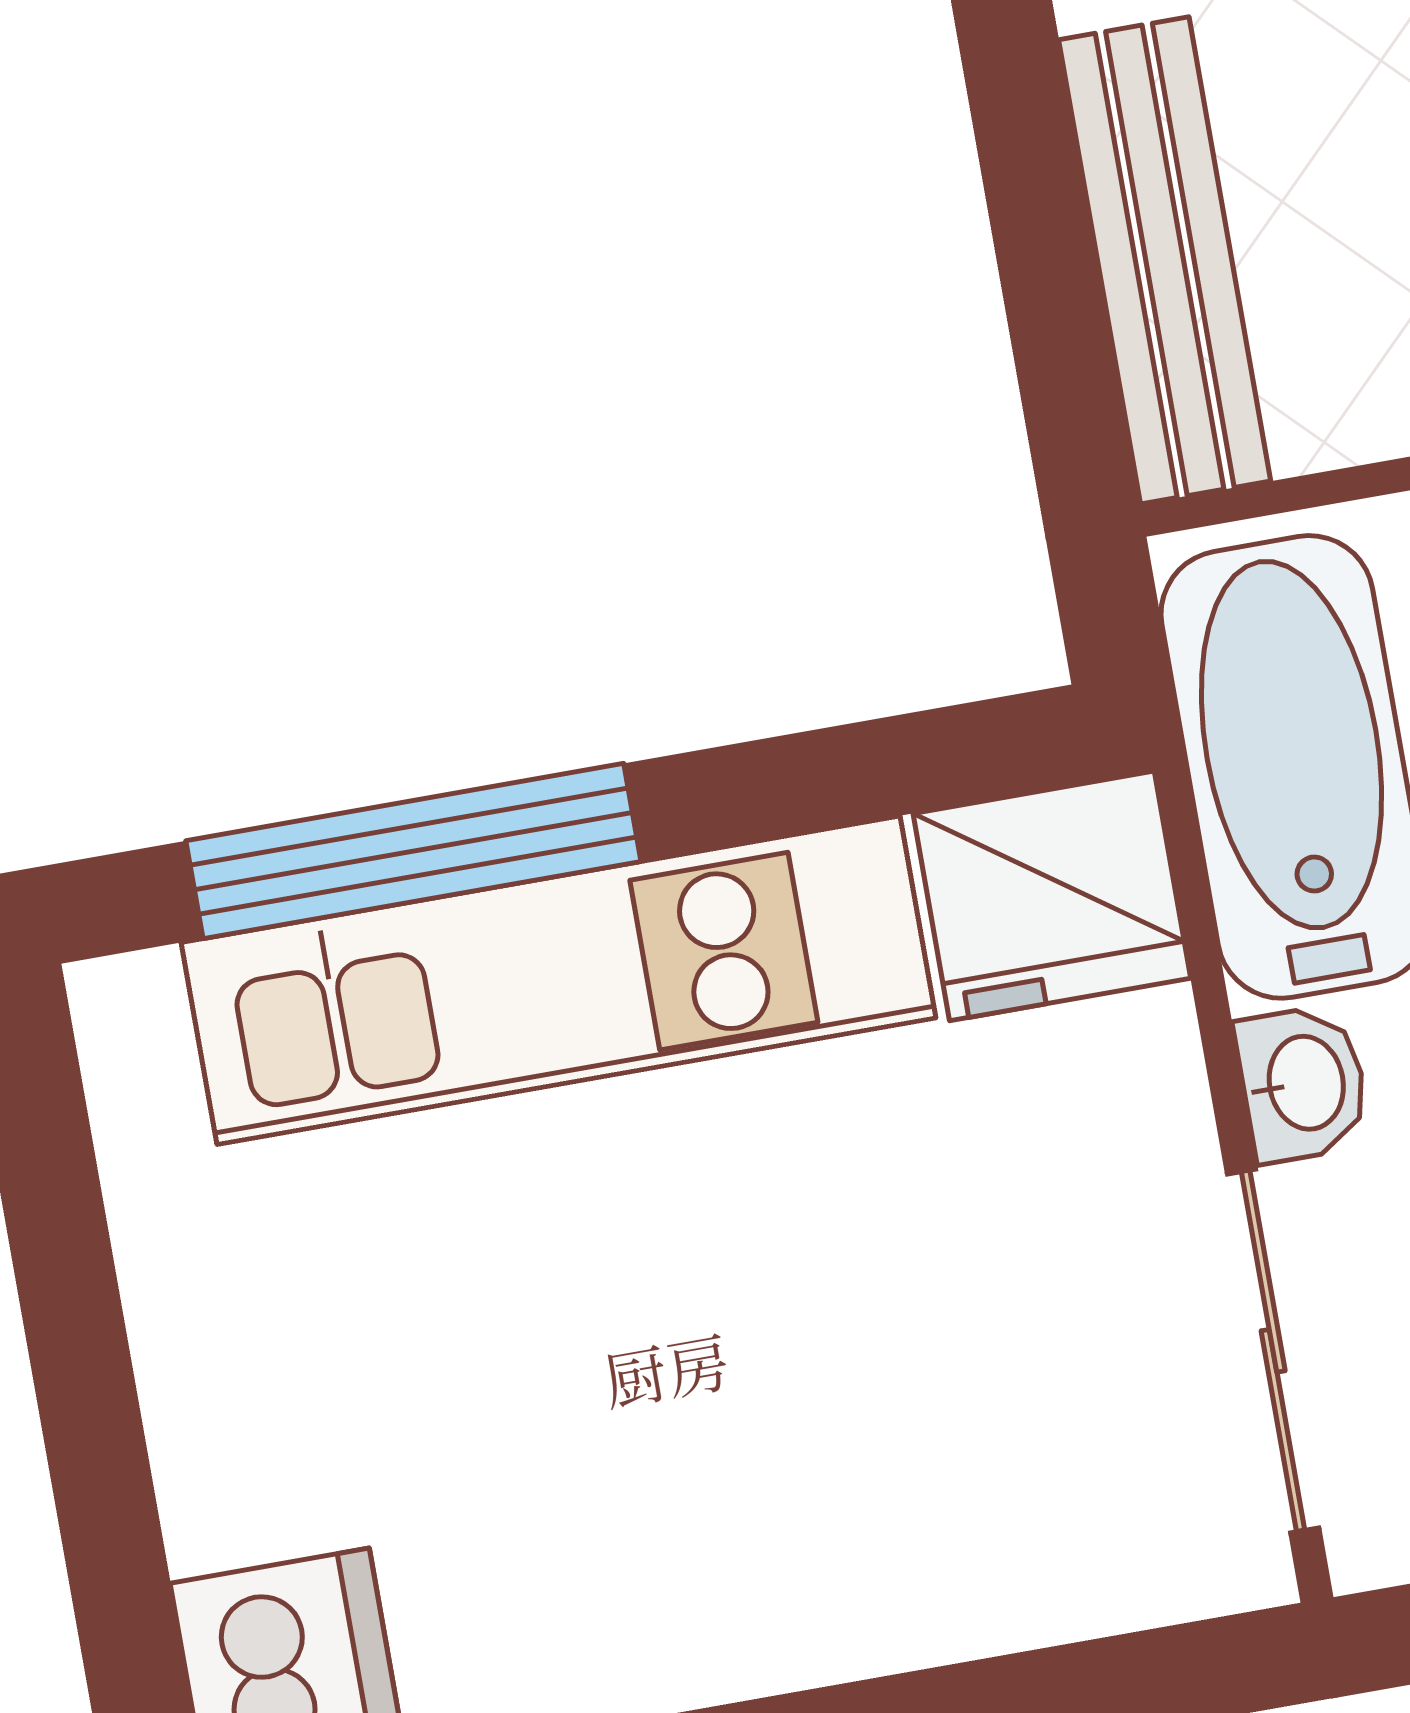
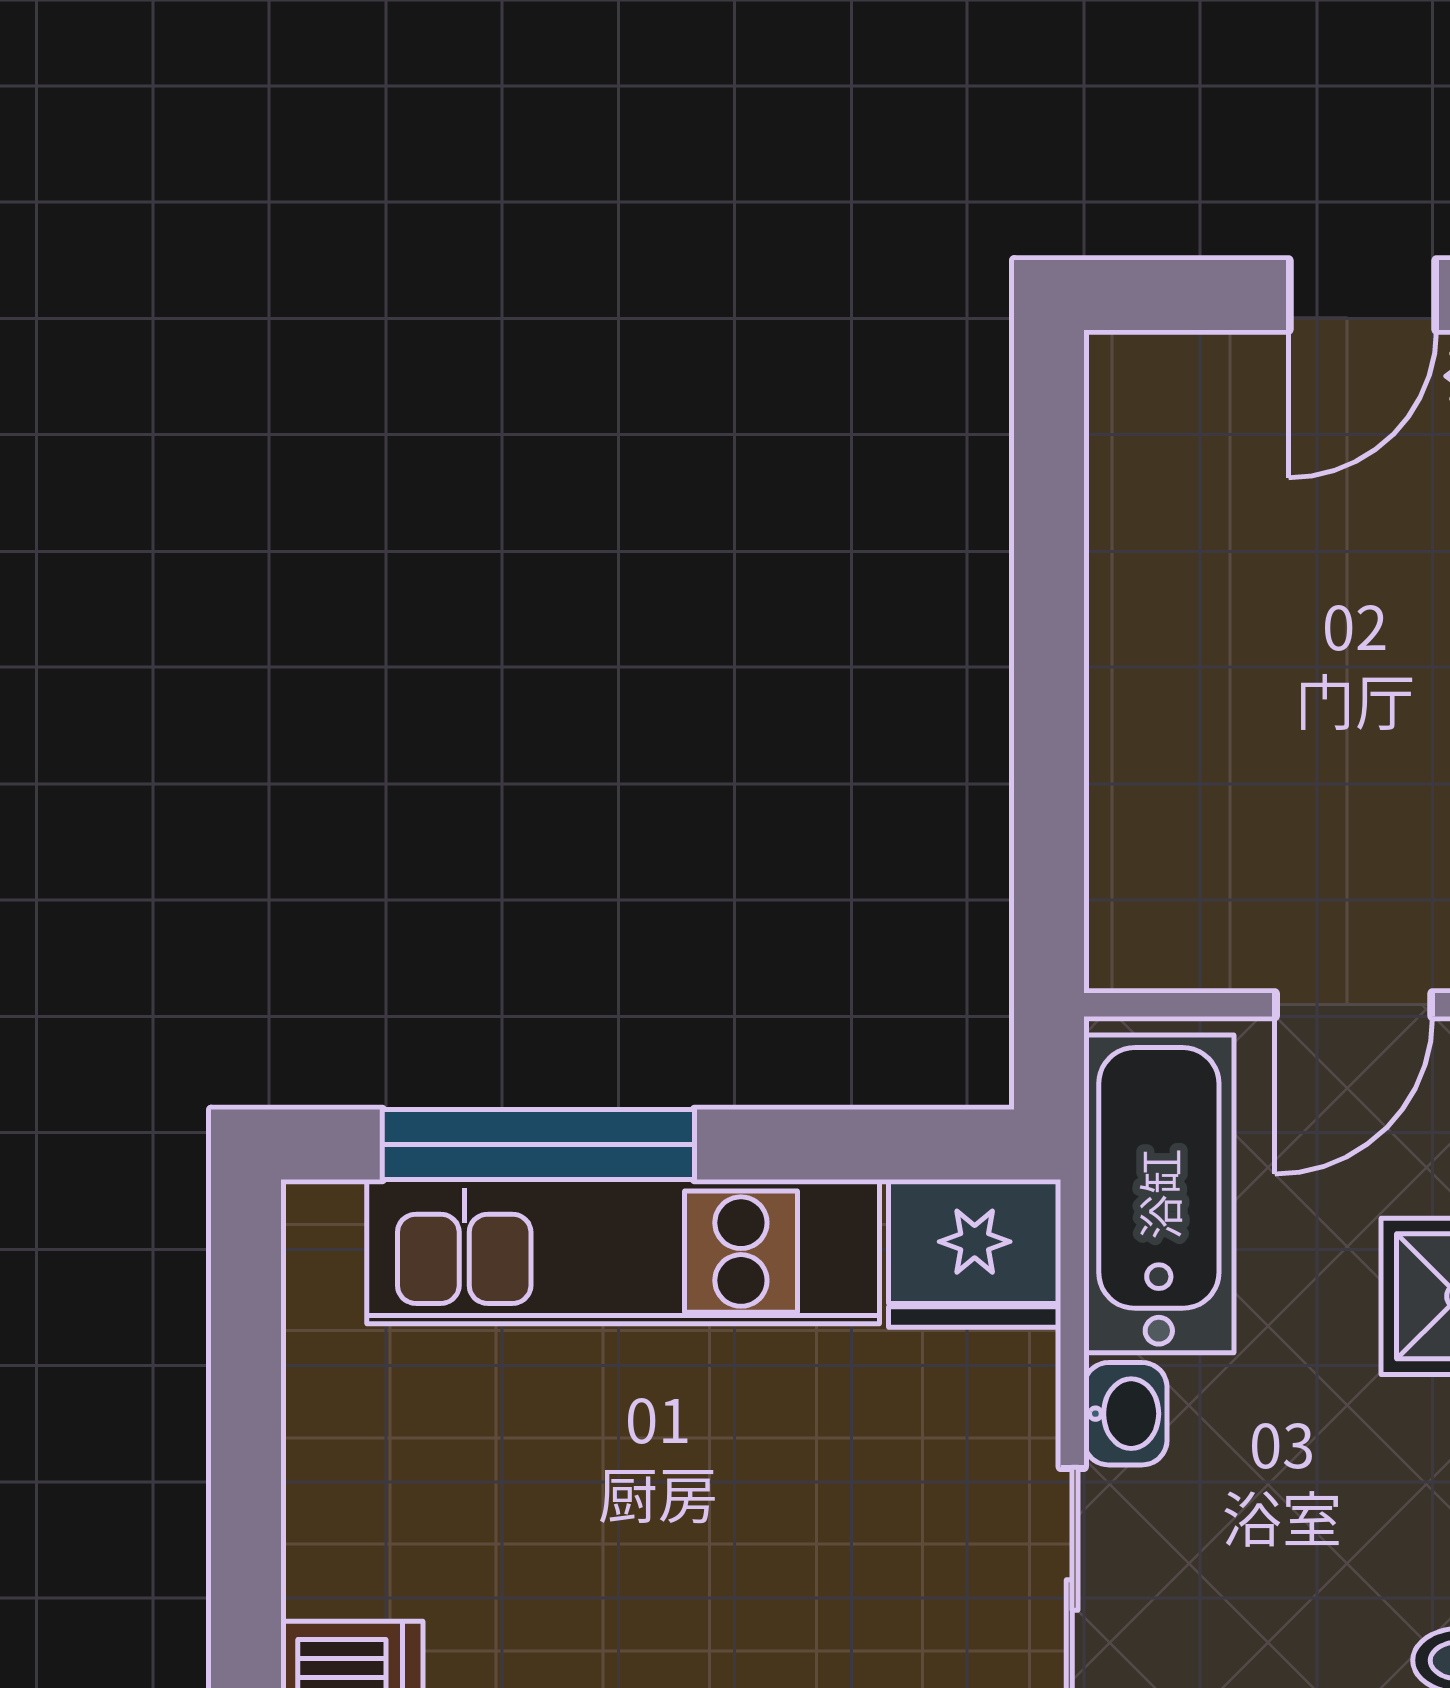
bench: (1165, 260) -> (1130, 828), removed

